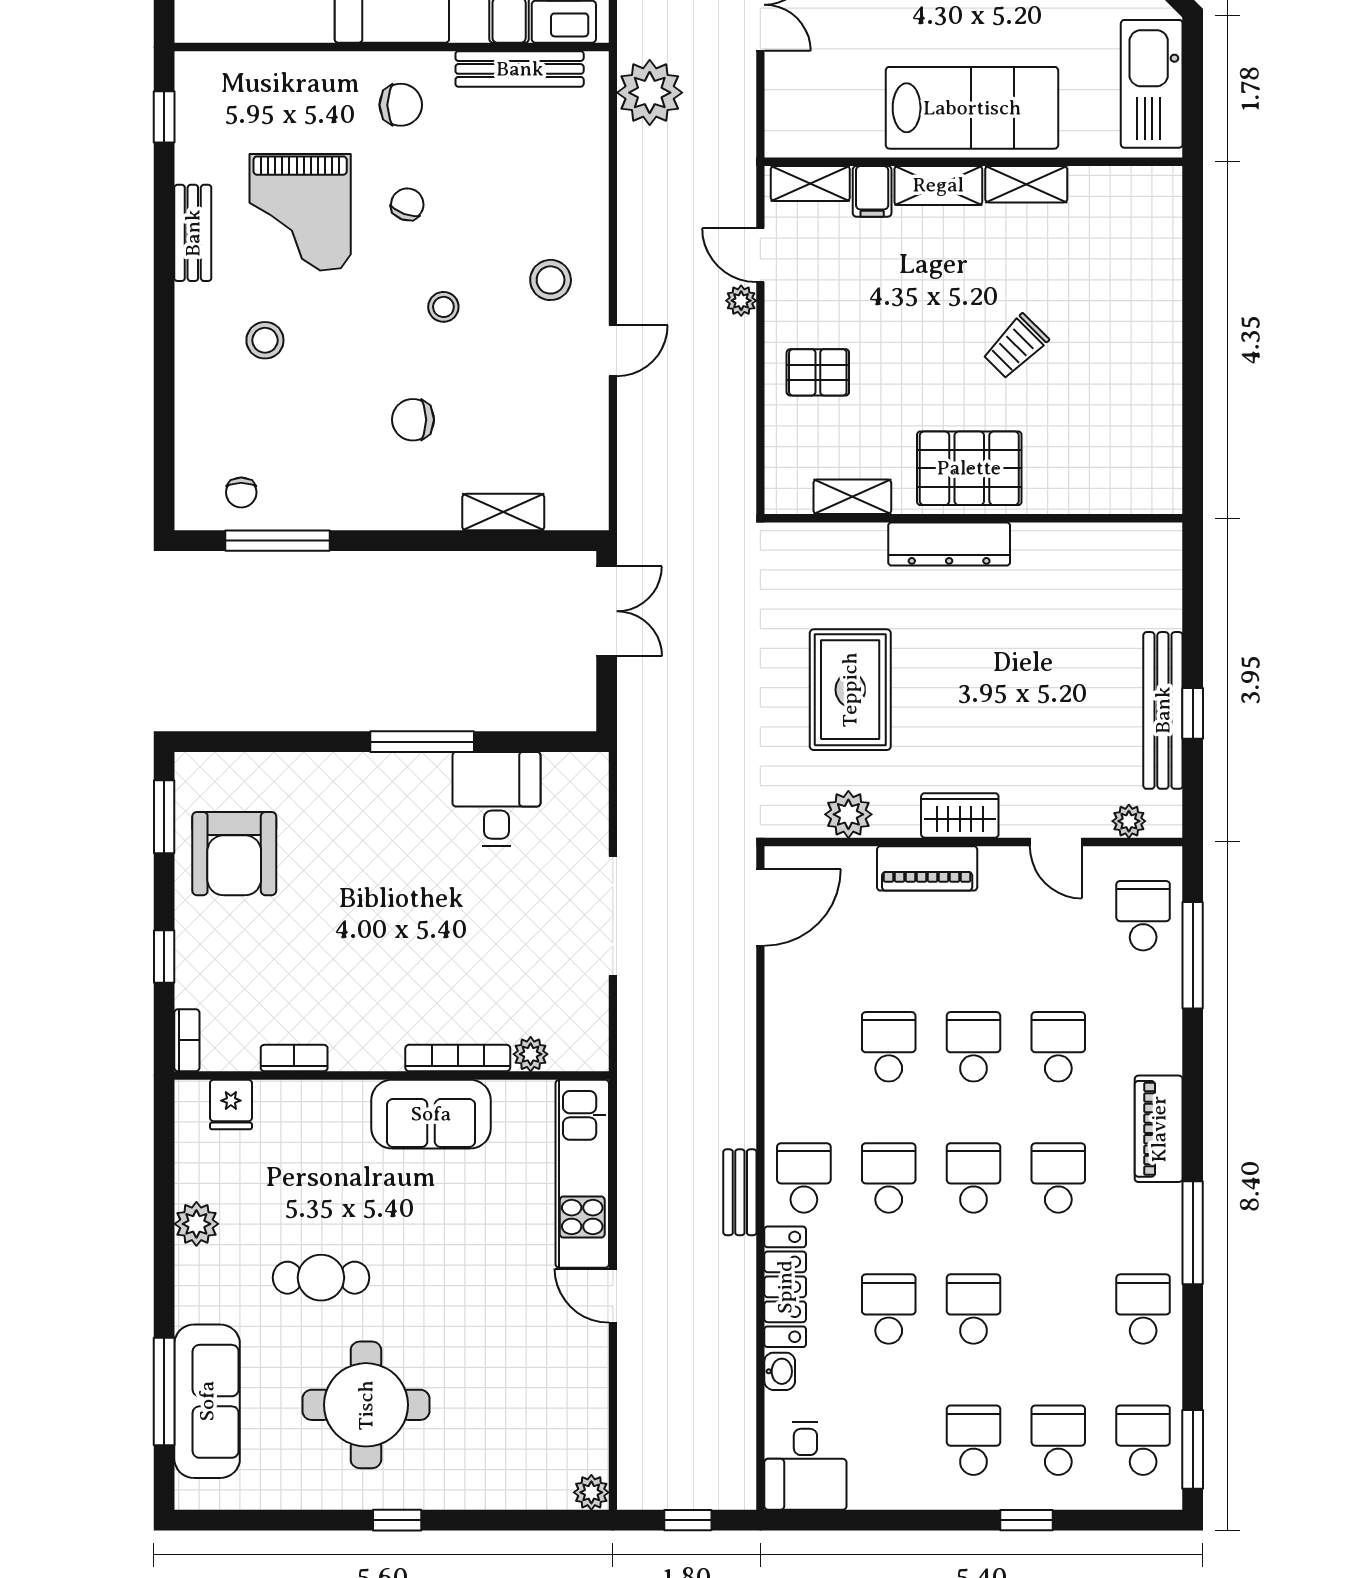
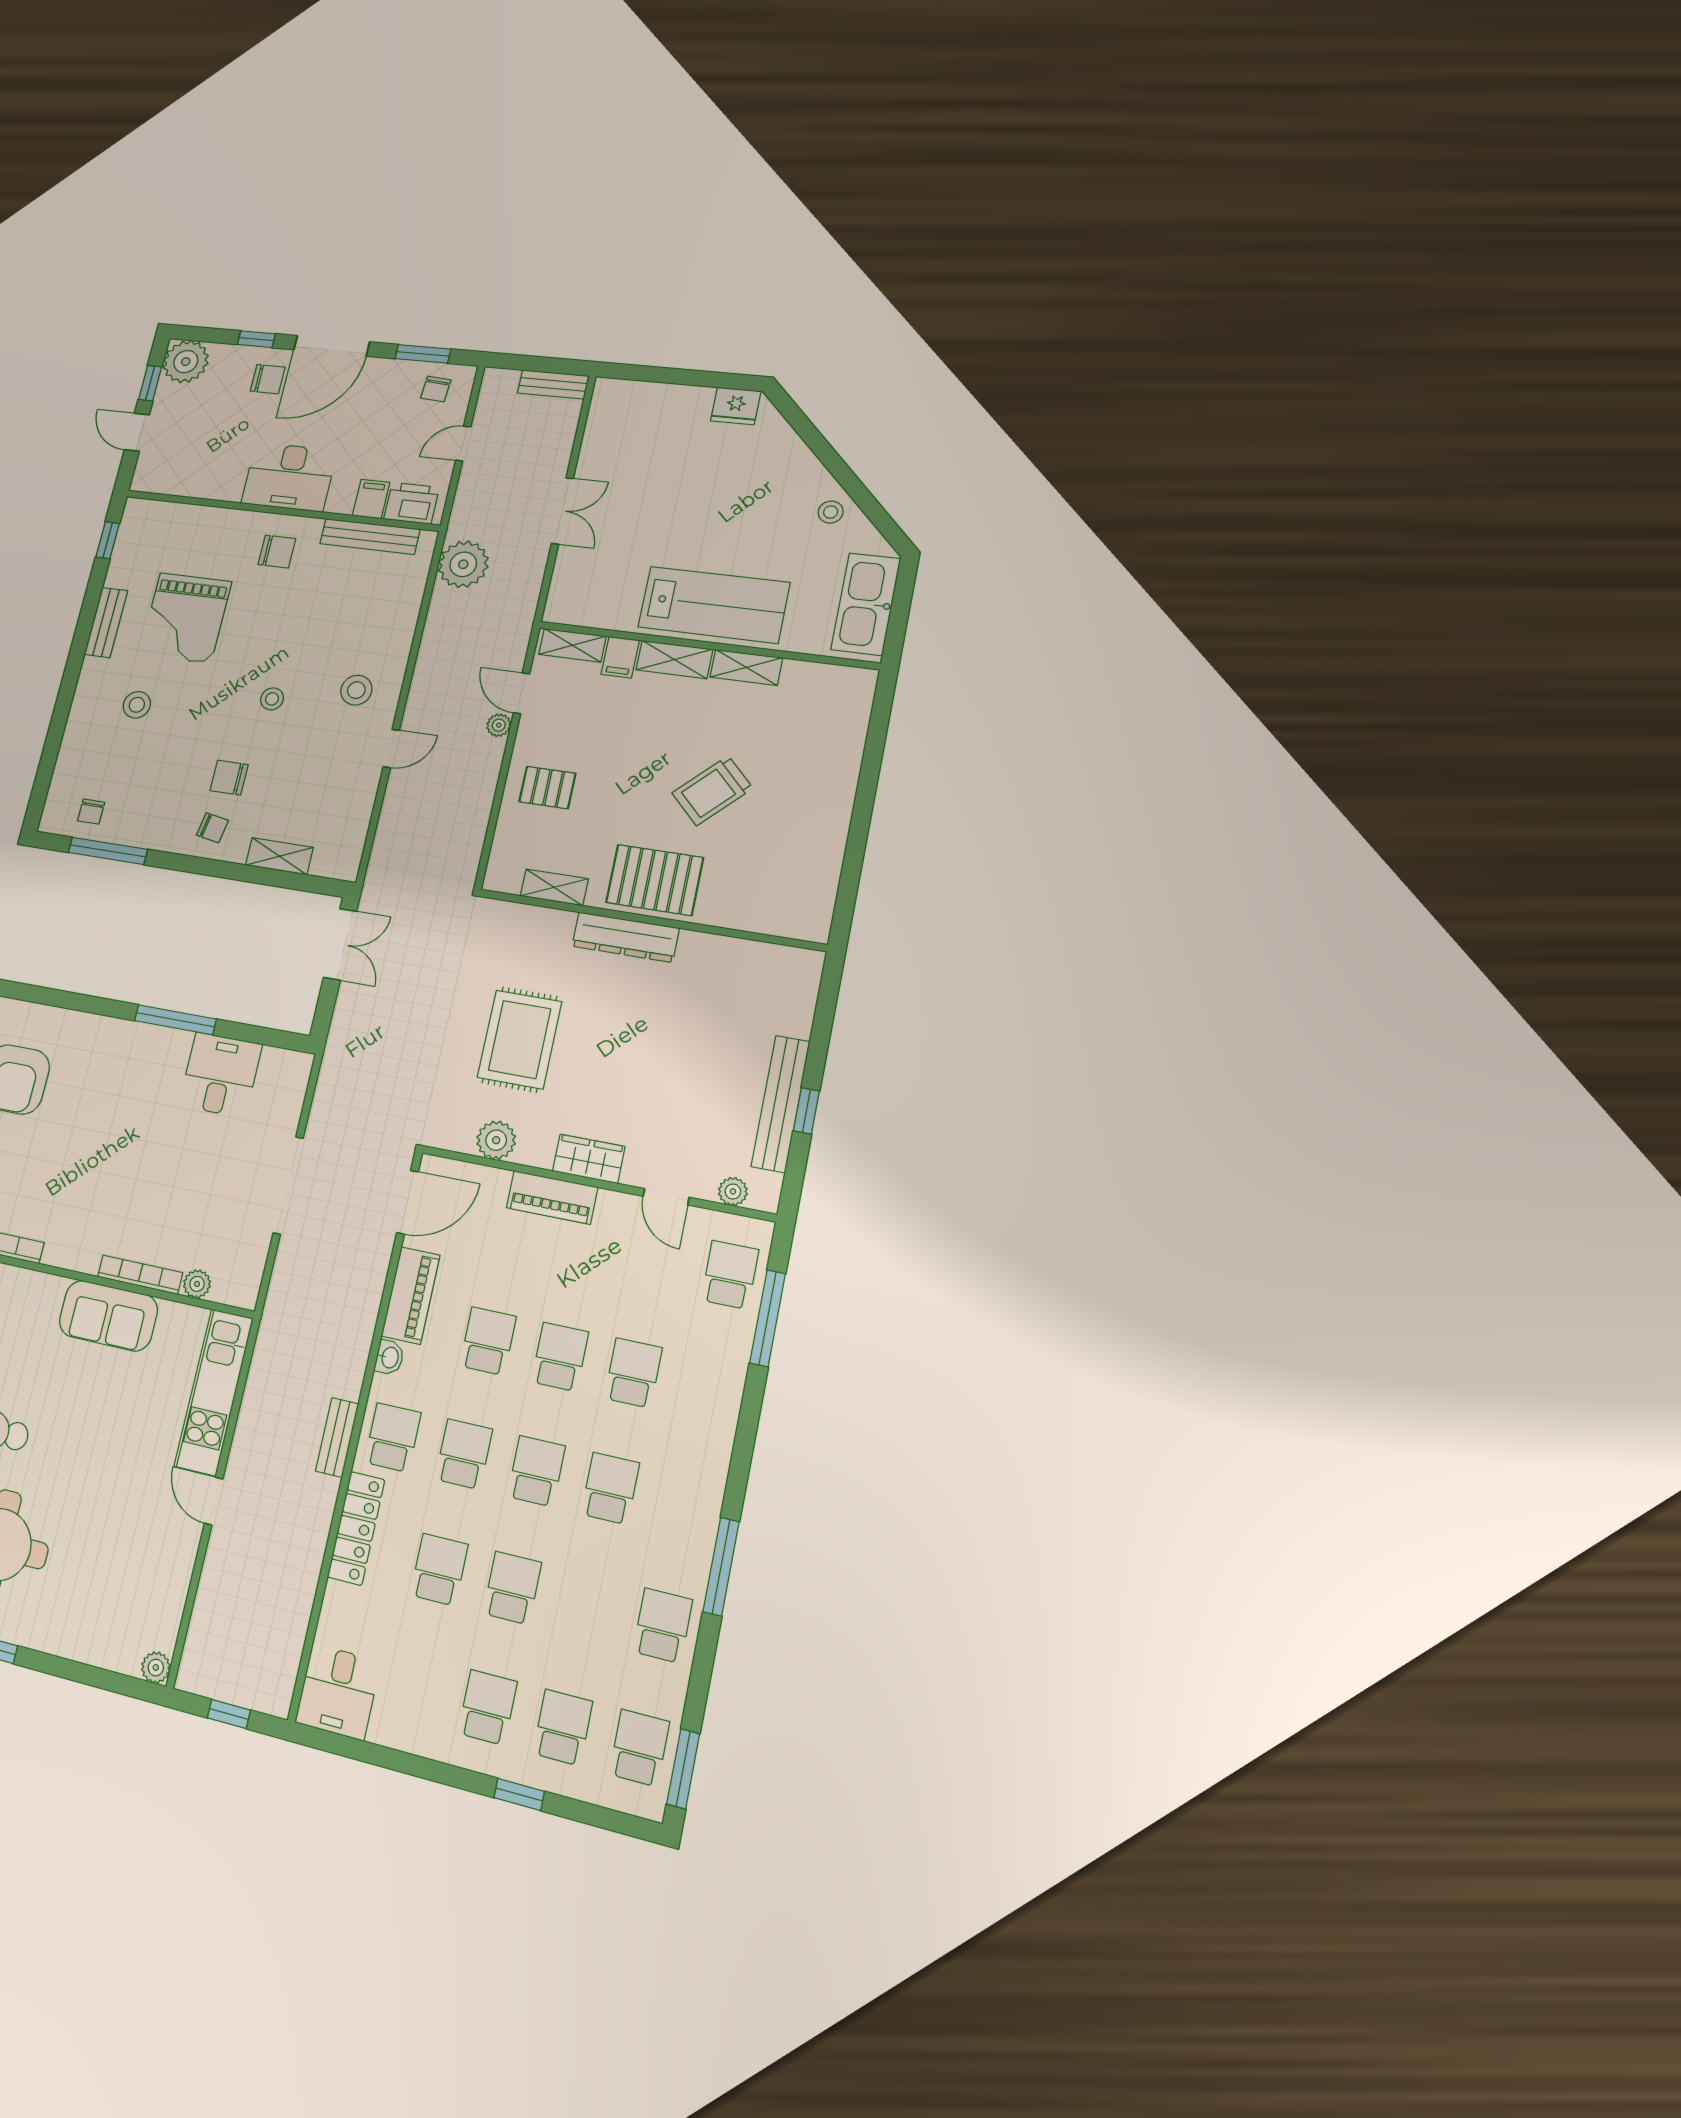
chair: (407, 204) -> (212, 828), moved, turned 80
trolley: (1016, 347) -> (712, 791), width x1.36, depth x1.39
piano: (1159, 1129) -> (411, 1296), moved, turned 180
washbasin: (780, 1371) -> (389, 1357), moved

